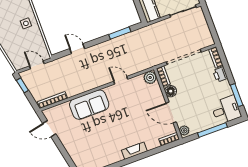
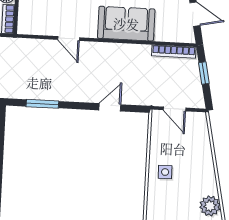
door: (77, 49) -> (110, 107), swing flipped
plant: (150, 77) -> (27, 25), removed
window: (22, 85) -> (204, 73), moved

